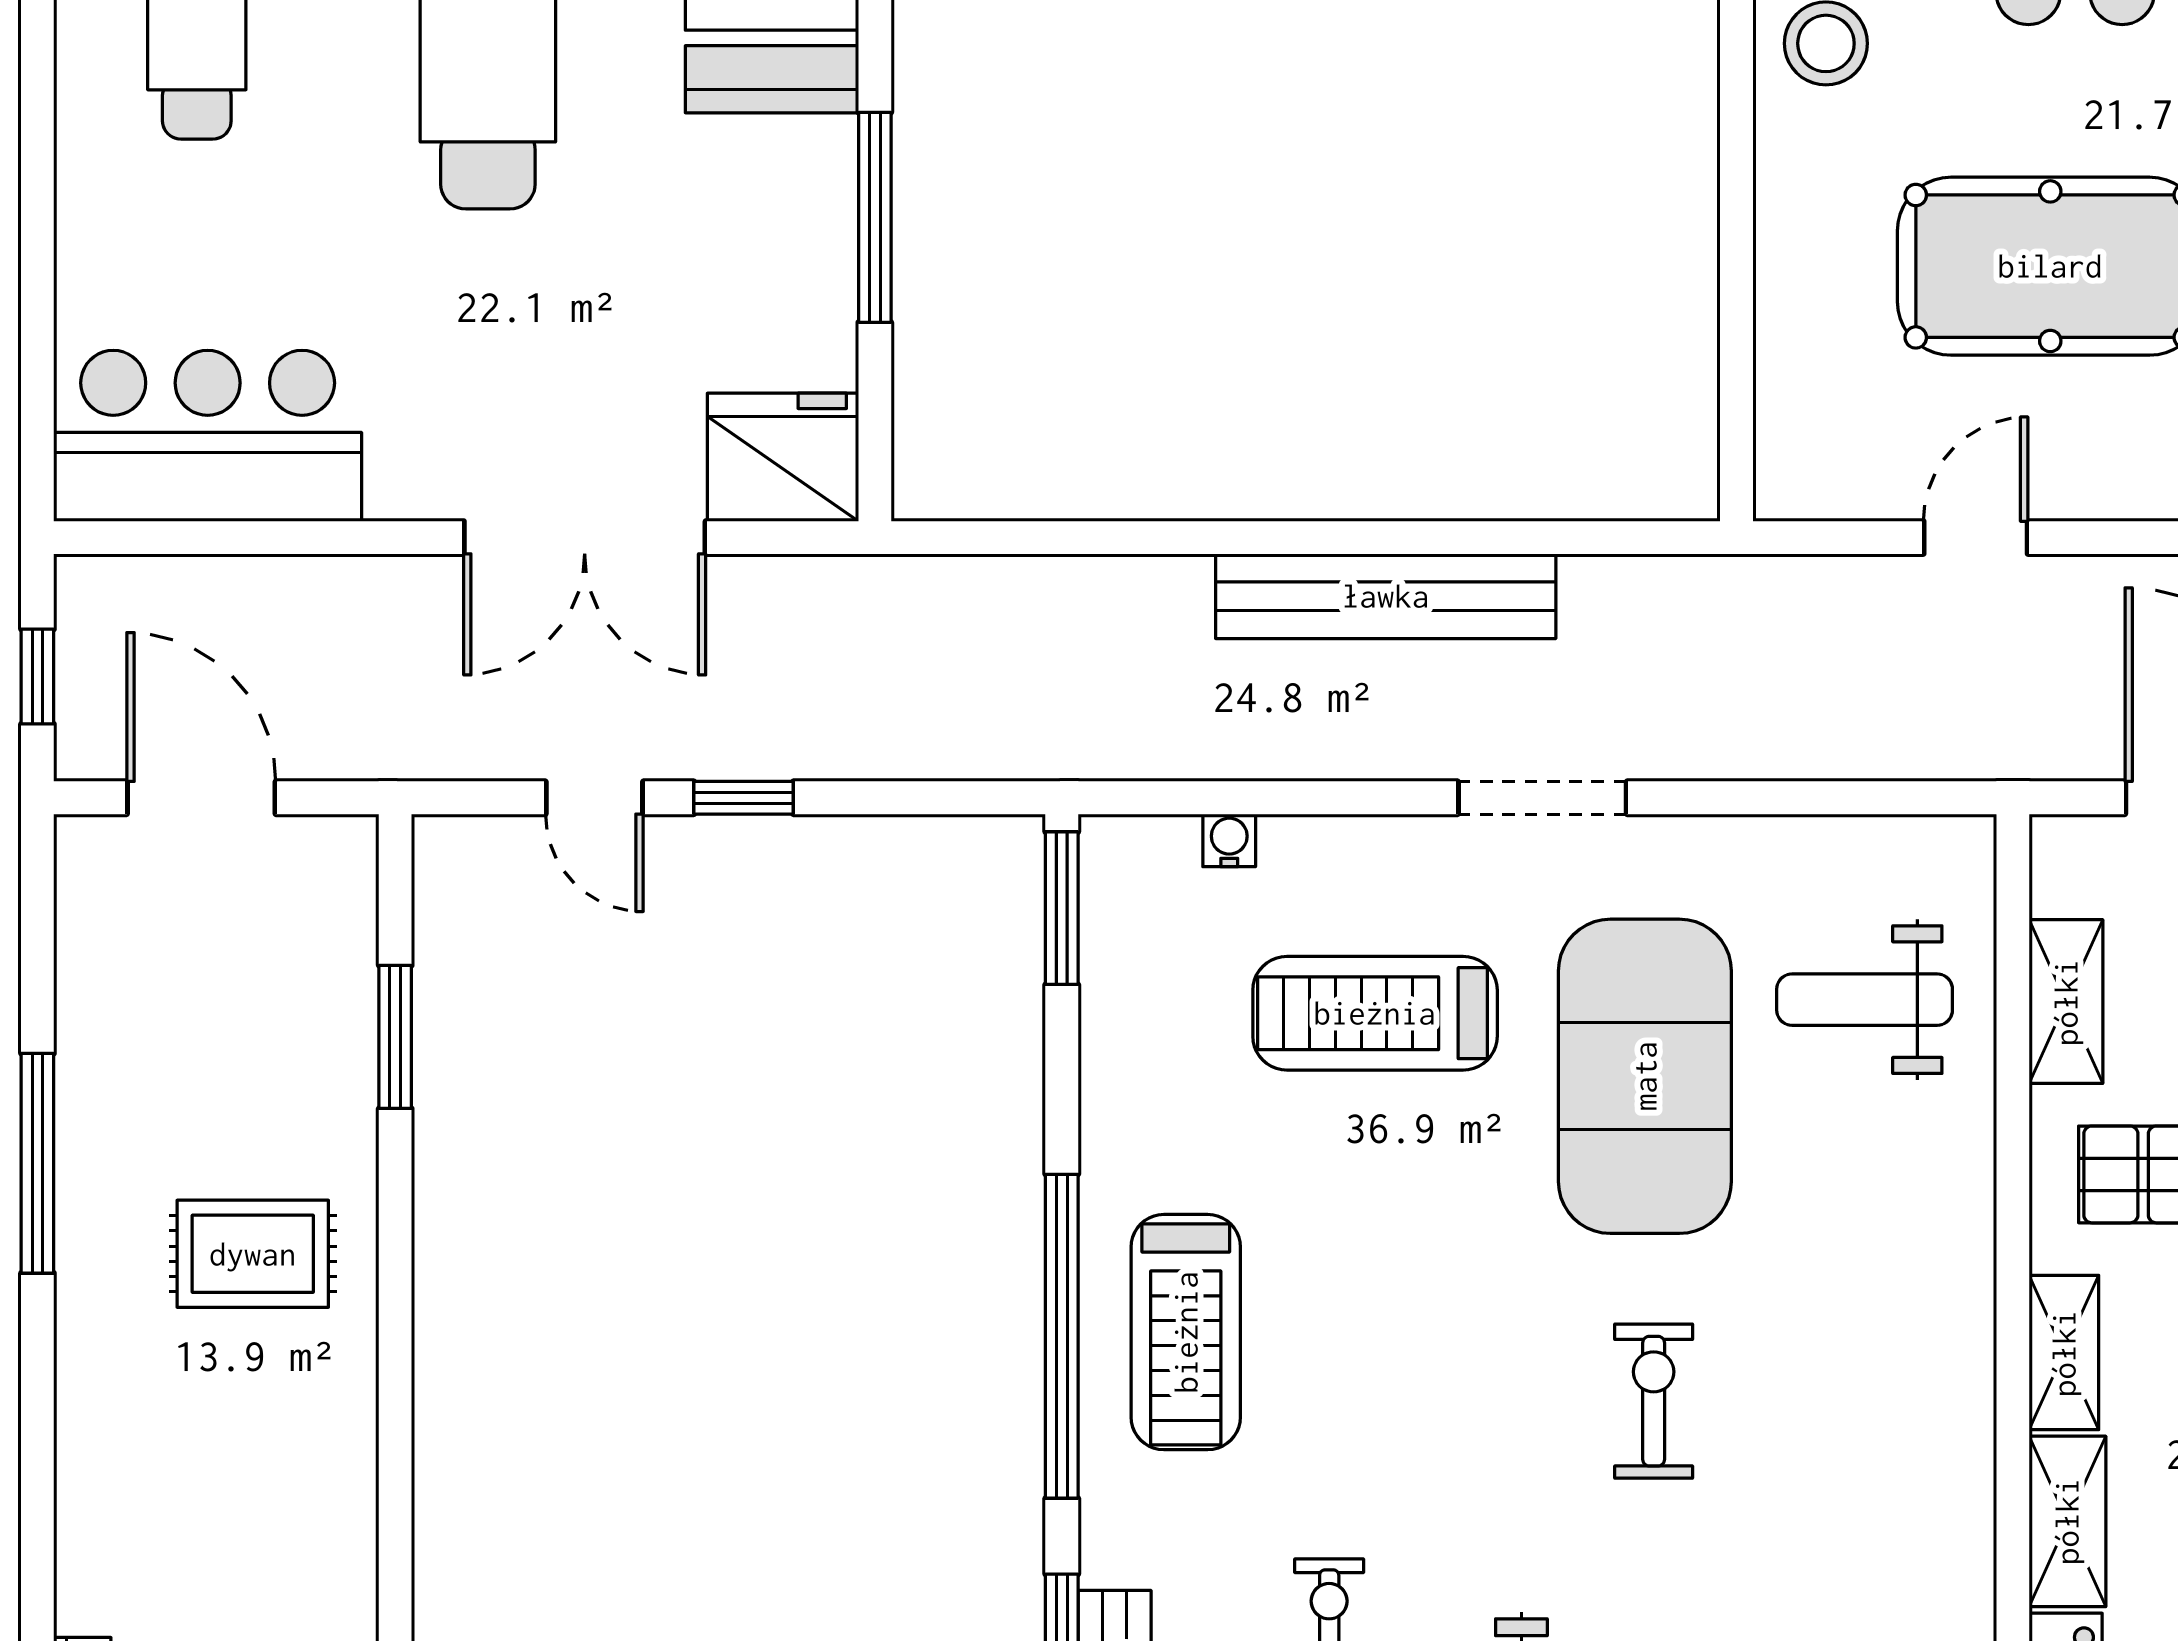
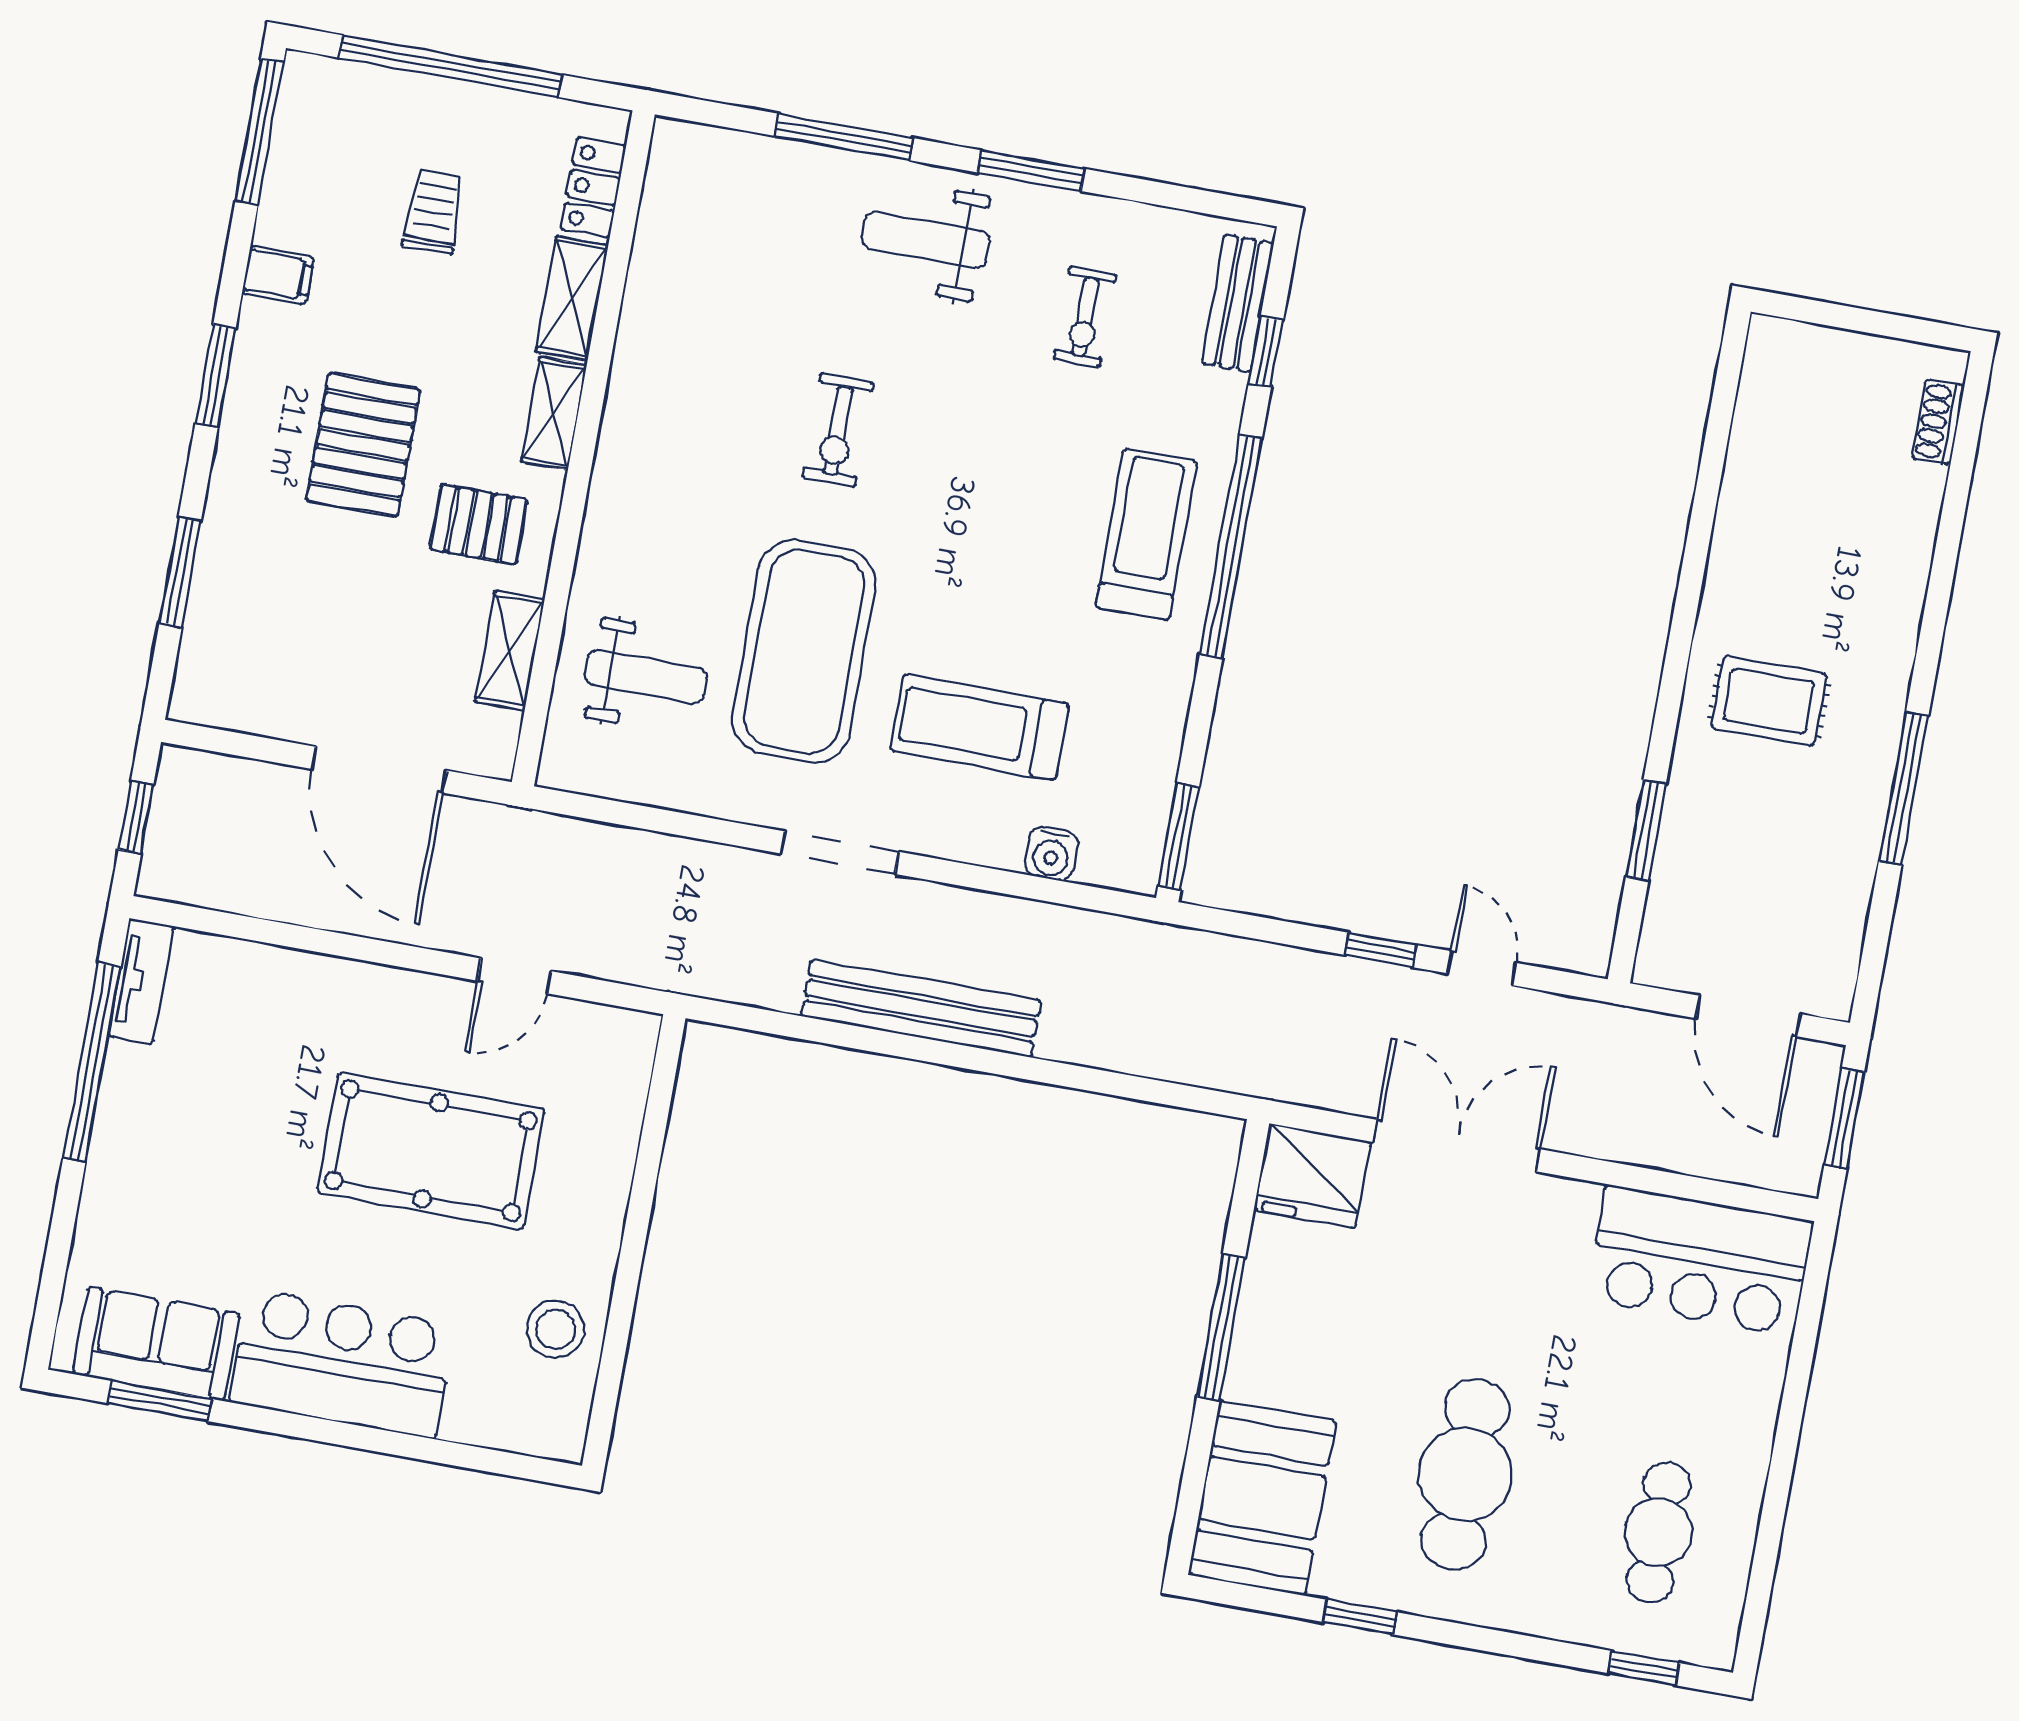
window: (37, 677) -> (1844, 1118), width x1.50
water cooler: (1229, 840) -> (1051, 854), width x1.38, depth x1.38
treadmill: (1375, 1013) -> (979, 727), turned 180

